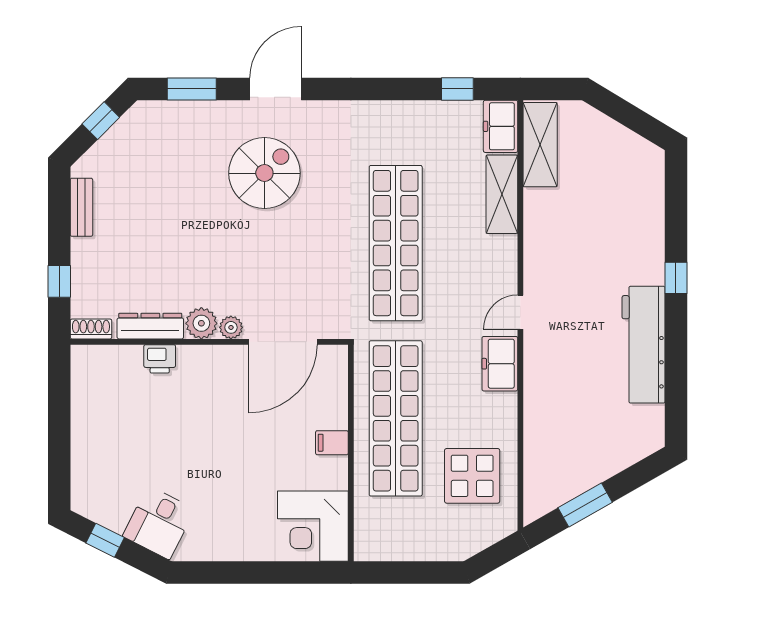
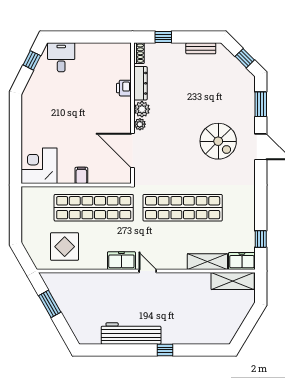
desk: (159, 523) -> (61, 57), moved, turned 63

